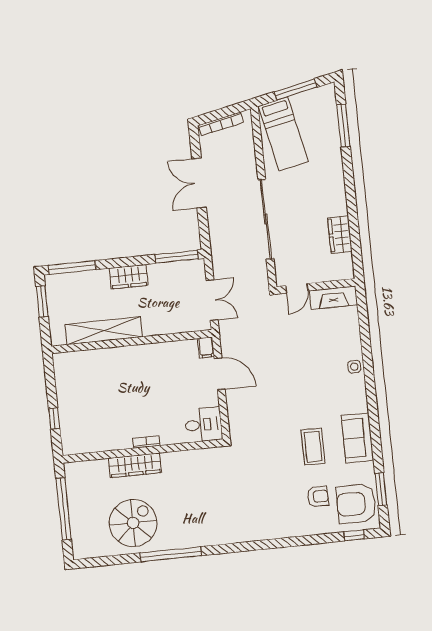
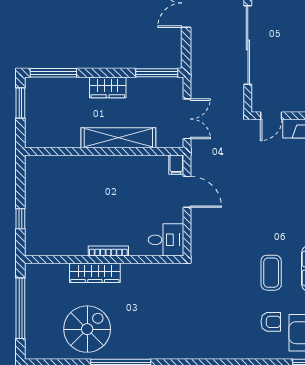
shelving: (104, 331) -> (118, 138), moved
bookcase: (146, 442) -> (108, 251), width x1.56

